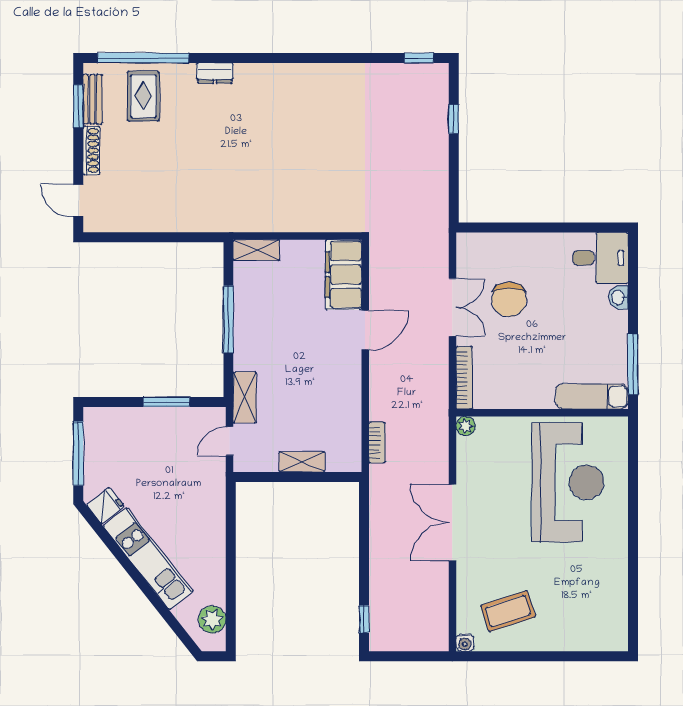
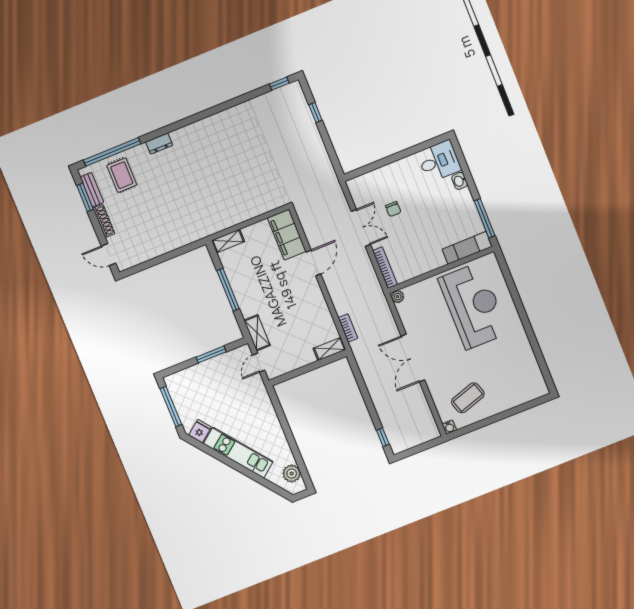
chair: (509, 299) -> (393, 209), width x0.54, depth x0.54
shelving: (302, 462) -> (329, 349), moved

